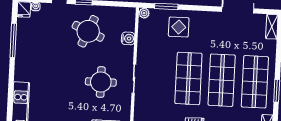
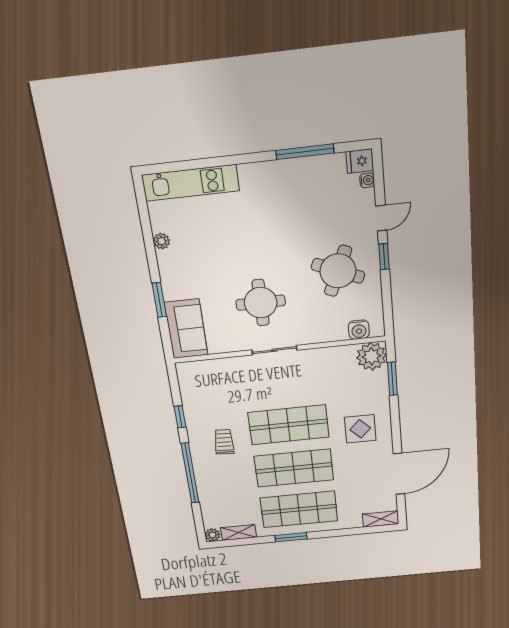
plant: (144, 13) -> (371, 356), width x1.87, depth x1.87
display table: (179, 27) -> (360, 429), moved
water cooler: (128, 38) -> (359, 330), moved

